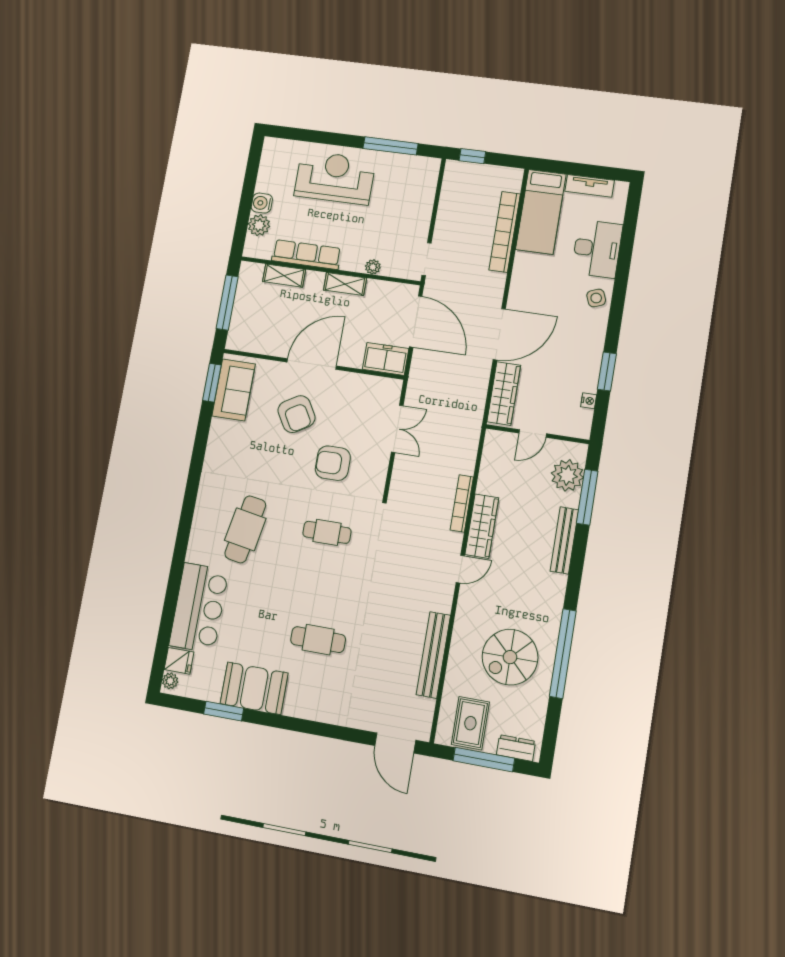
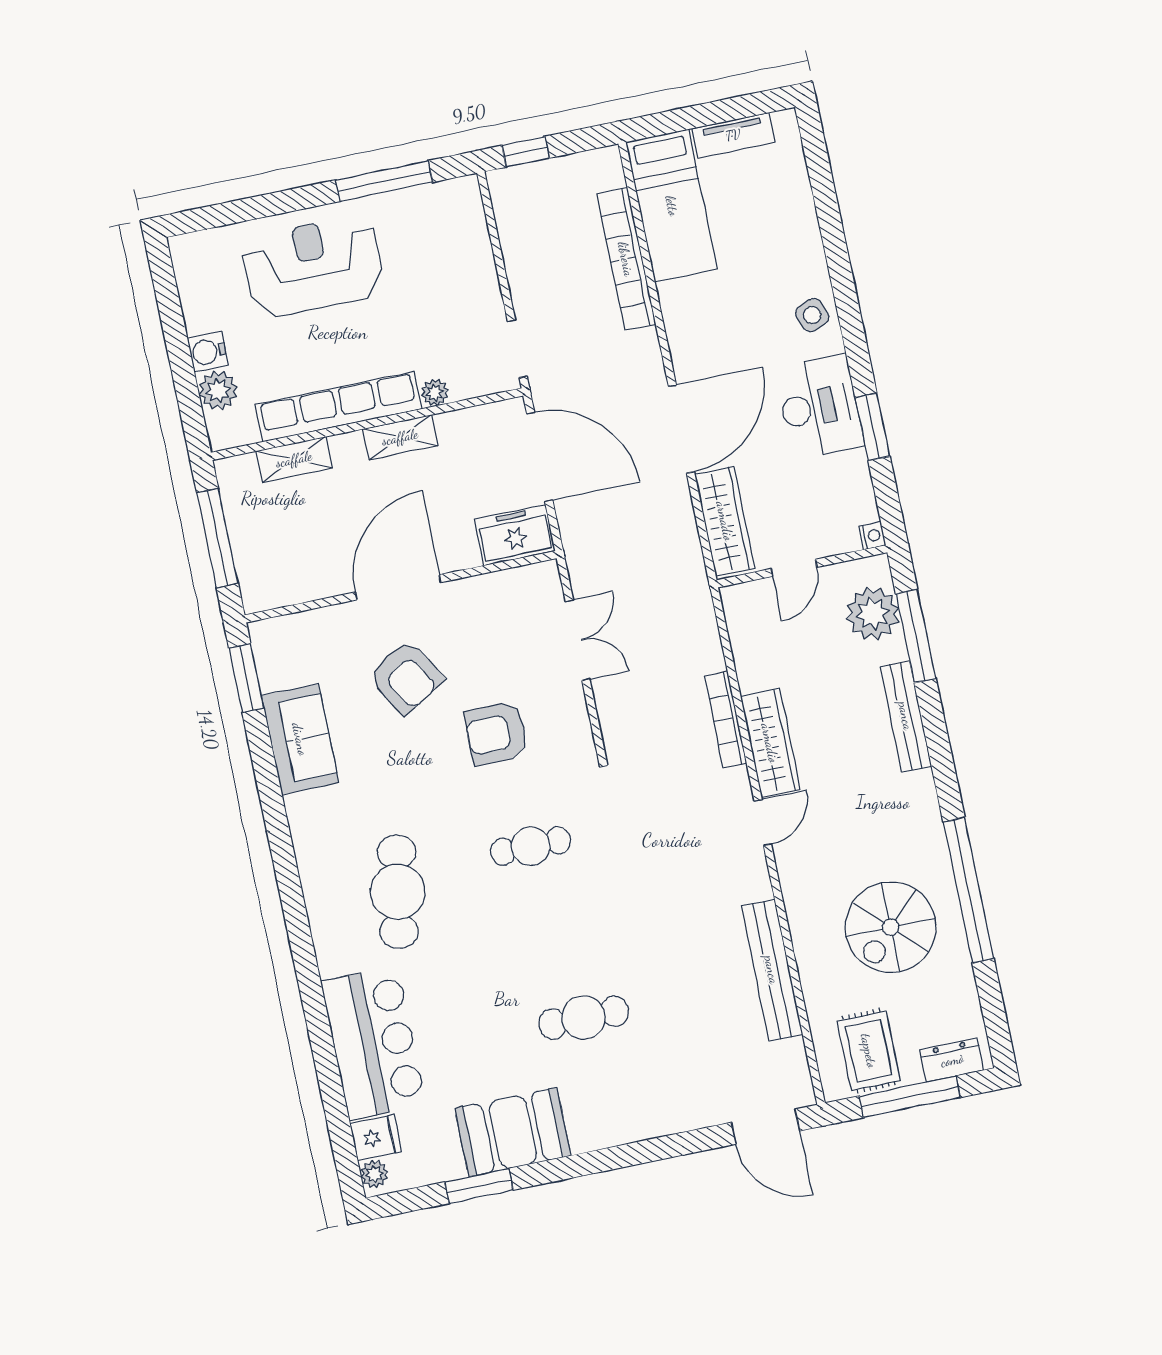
desk: (597, 249) -> (819, 407), moved
row of seats: (306, 254) -> (338, 407), width x1.36
sofa: (234, 390) -> (300, 739), moved
nightstand: (589, 401) -> (872, 536), moved

